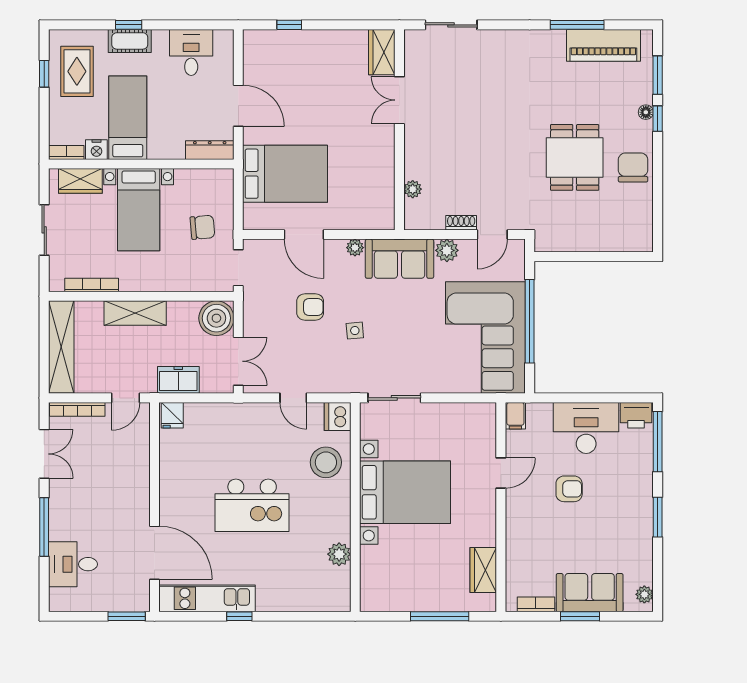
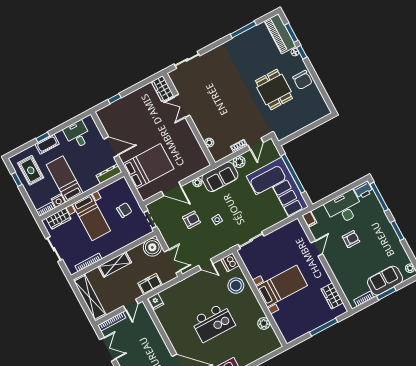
piano: (603, 45) -> (280, 34), moved, turned 90
chair: (633, 167) -> (302, 80), turned 180
bed with nightstands: (405, 492) -> (282, 286), width x0.73

